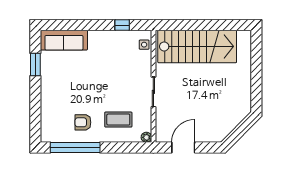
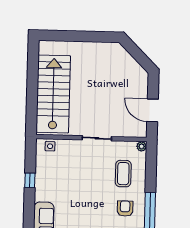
window: (122, 25) -> (30, 180), moved
armchair: (83, 122) -> (125, 209), turned 180

